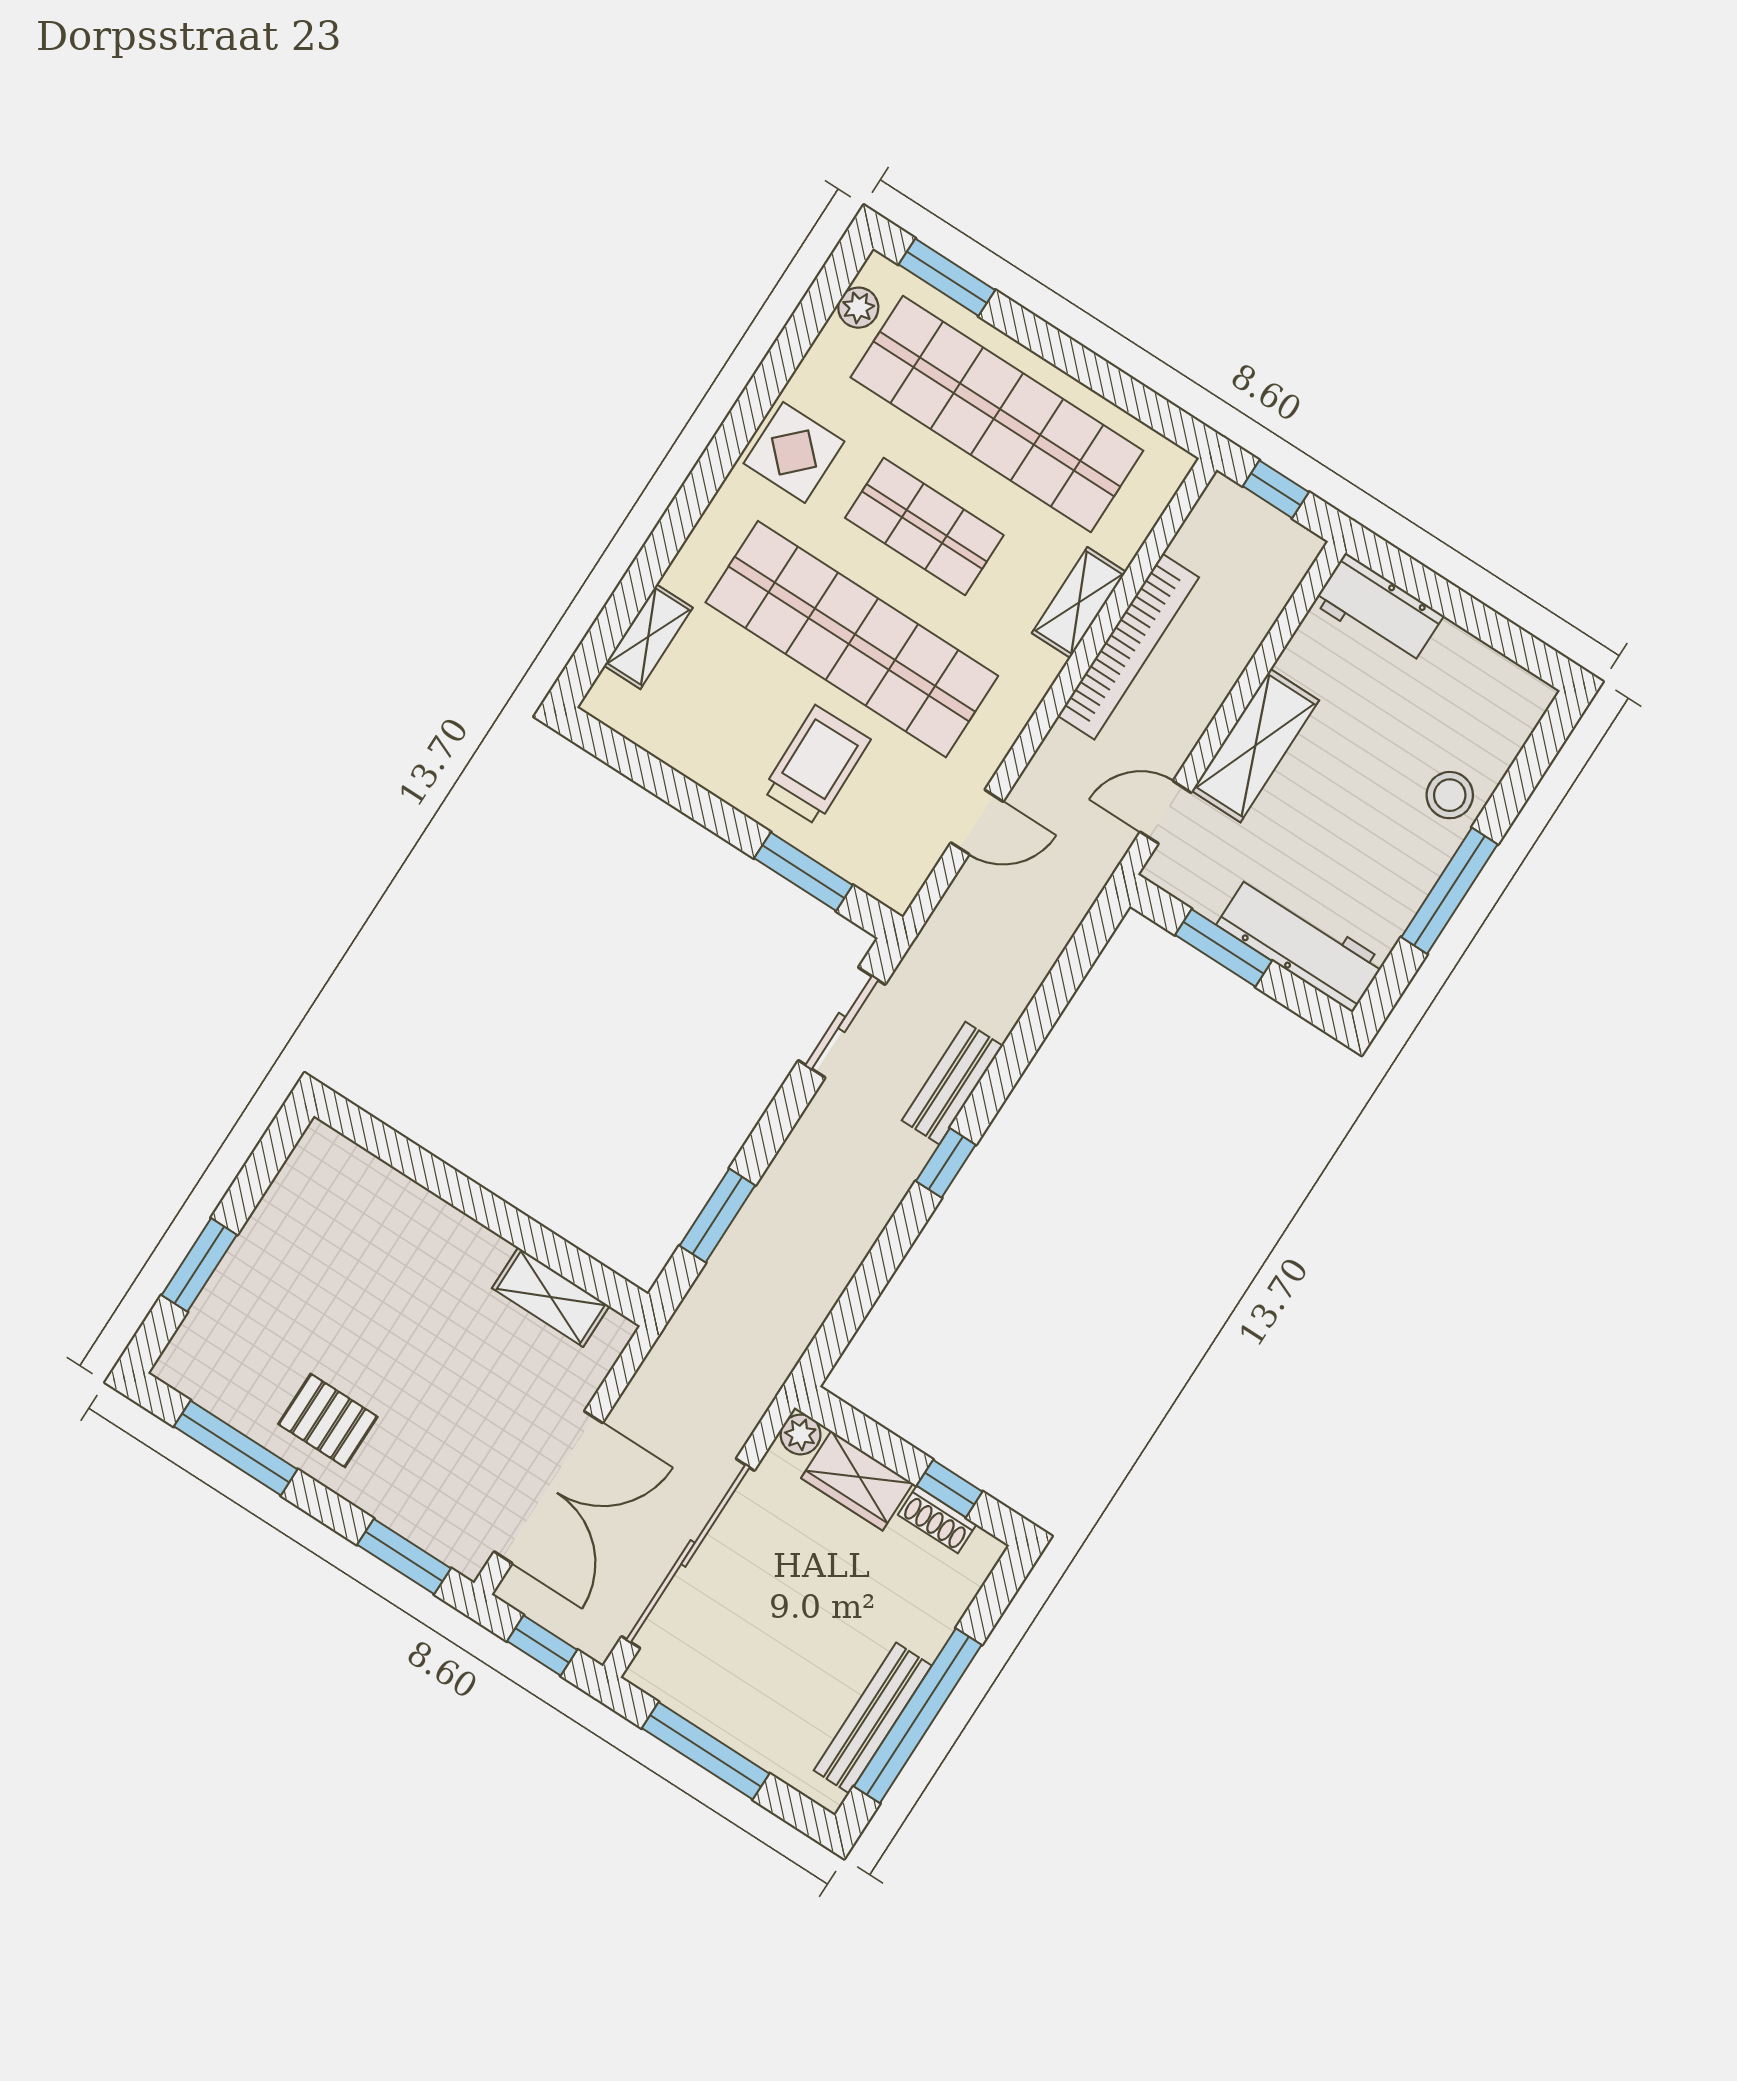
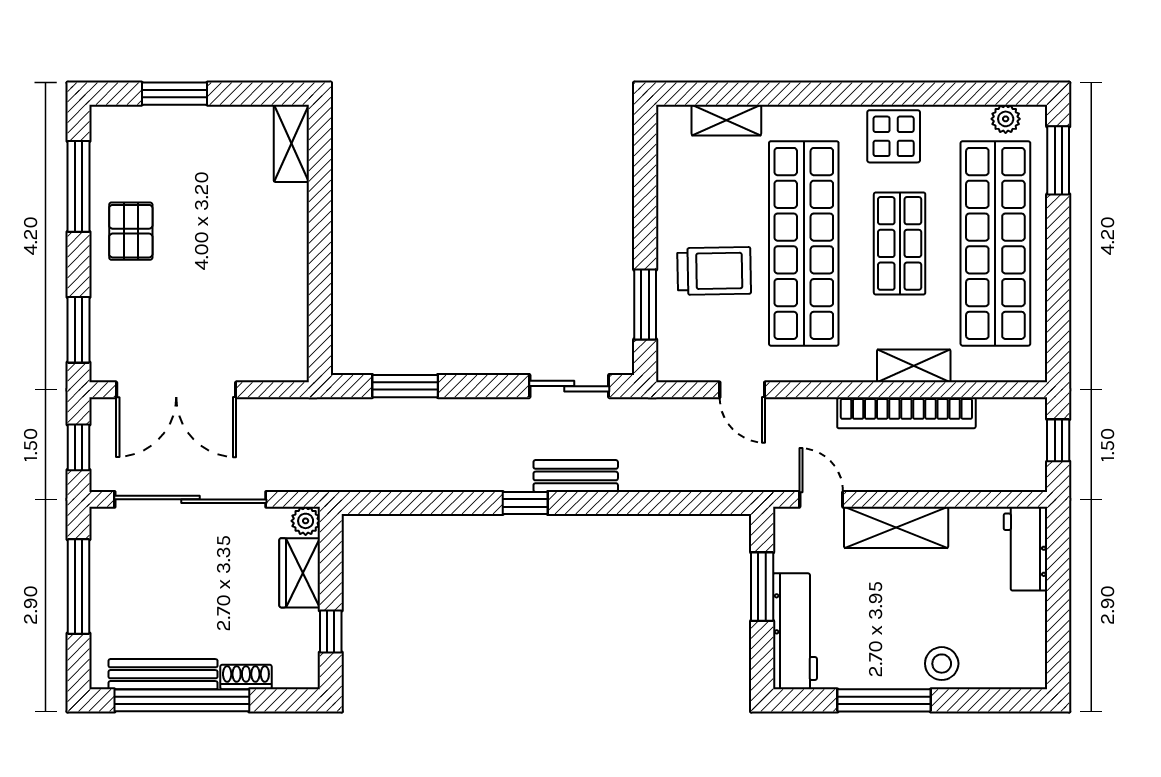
shelving: (551, 1297) -> (291, 143), moved
shoe rack: (937, 1520) -> (246, 677), moved, turned 90

